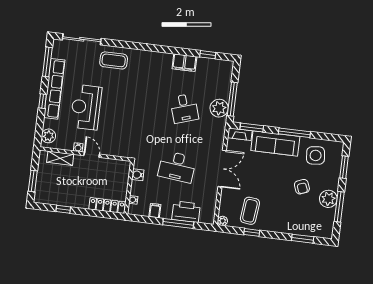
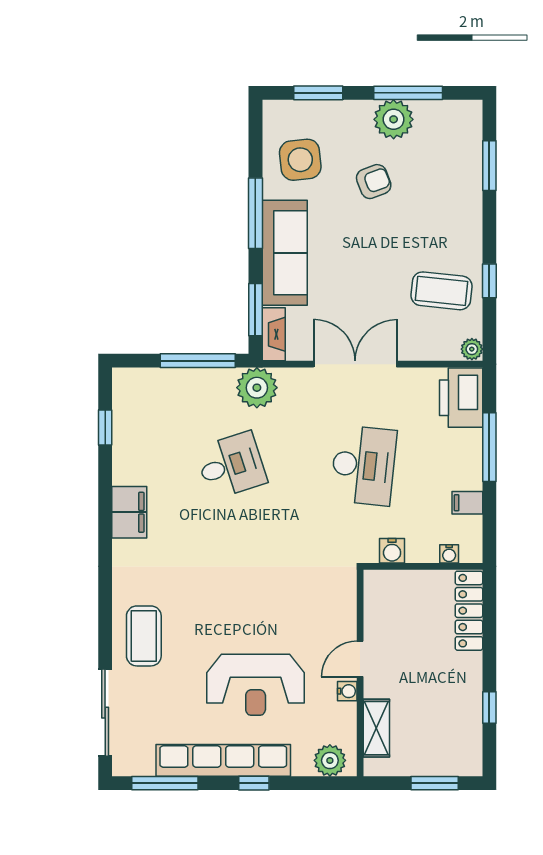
filing cabinet: (184, 63) -> (129, 512), moved
plant: (219, 108) -> (257, 388), moved
printer: (186, 212) -> (461, 398), moved

